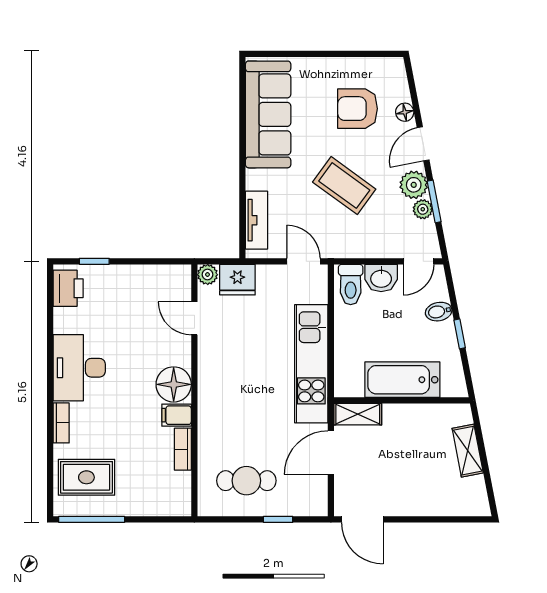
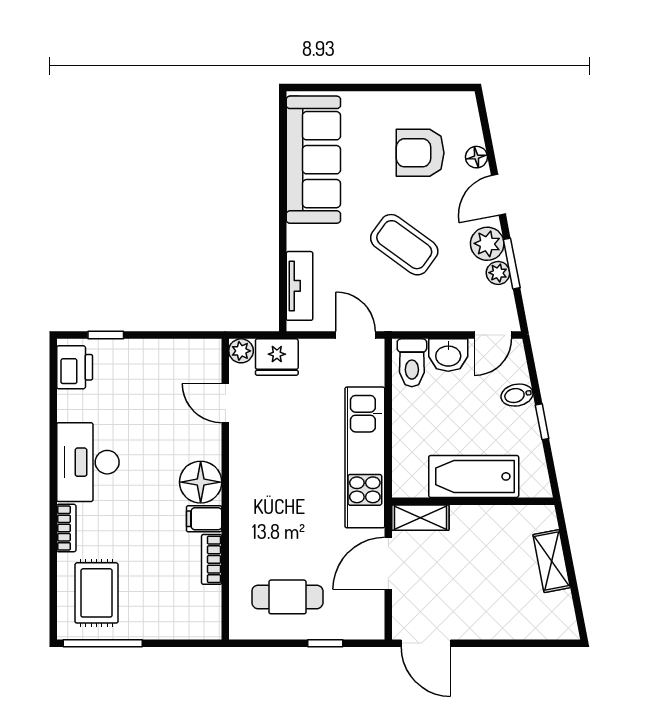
rug: (86, 477) -> (97, 593), turned 90

